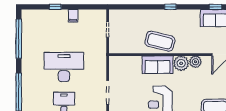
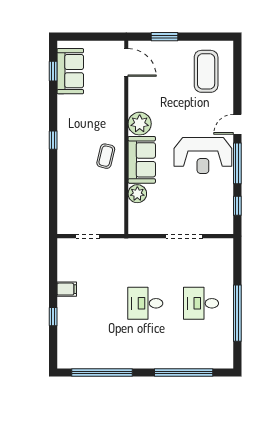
coffee table: (160, 41) -> (106, 156), width x0.54, depth x0.58
plant: (195, 62) -> (137, 194), moved
desk: (64, 67) -> (145, 303), width x0.53, depth x0.77

